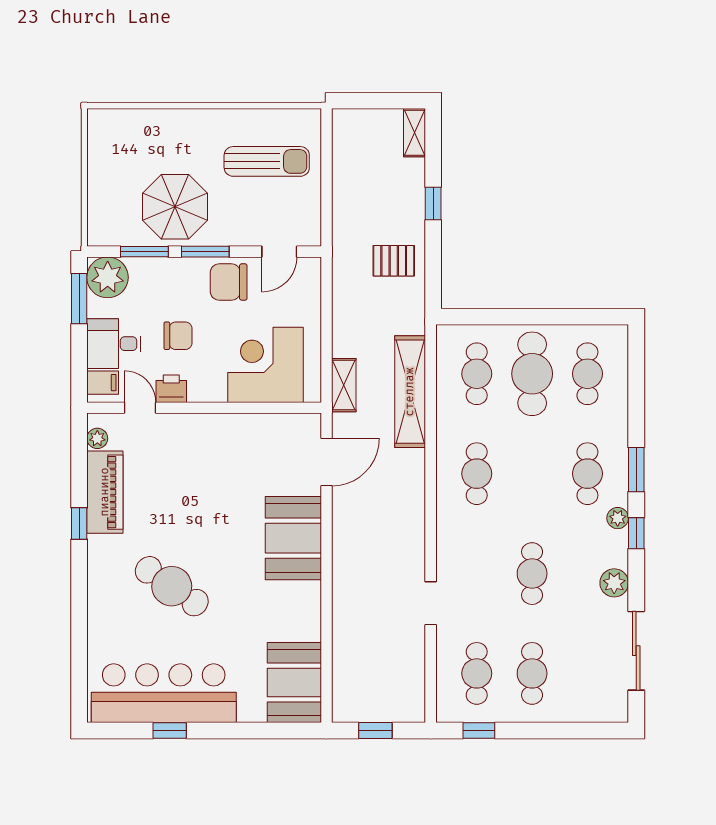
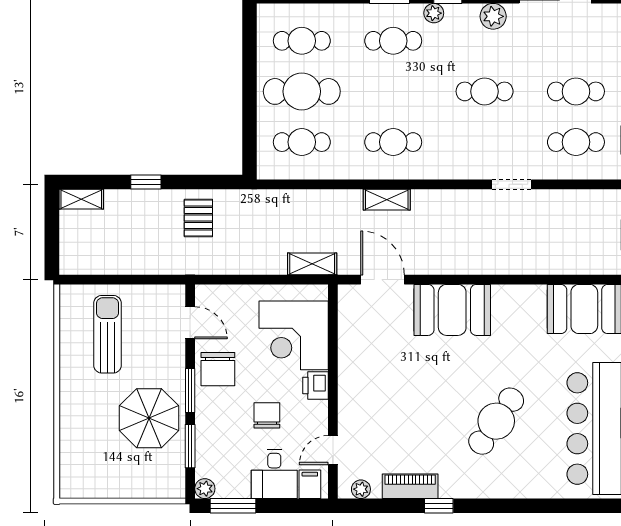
plant: (108, 277) -> (205, 489), width x0.53, depth x0.53
printer: (171, 389) -> (315, 386), moved
shelving: (410, 392) -> (387, 200), moved, width x0.45, depth x0.75
piano: (105, 492) -> (410, 486), width x0.73, depth x0.75

